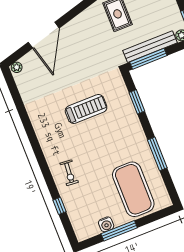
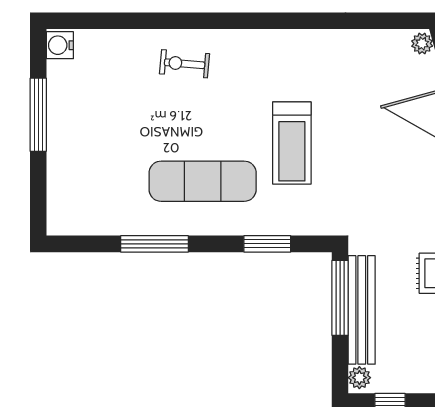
exercise mat: (133, 189) -> (203, 181), moved, width x0.68
window: (59, 206) -> (129, 21), removed
water cooler: (106, 224) -> (60, 45), moved

